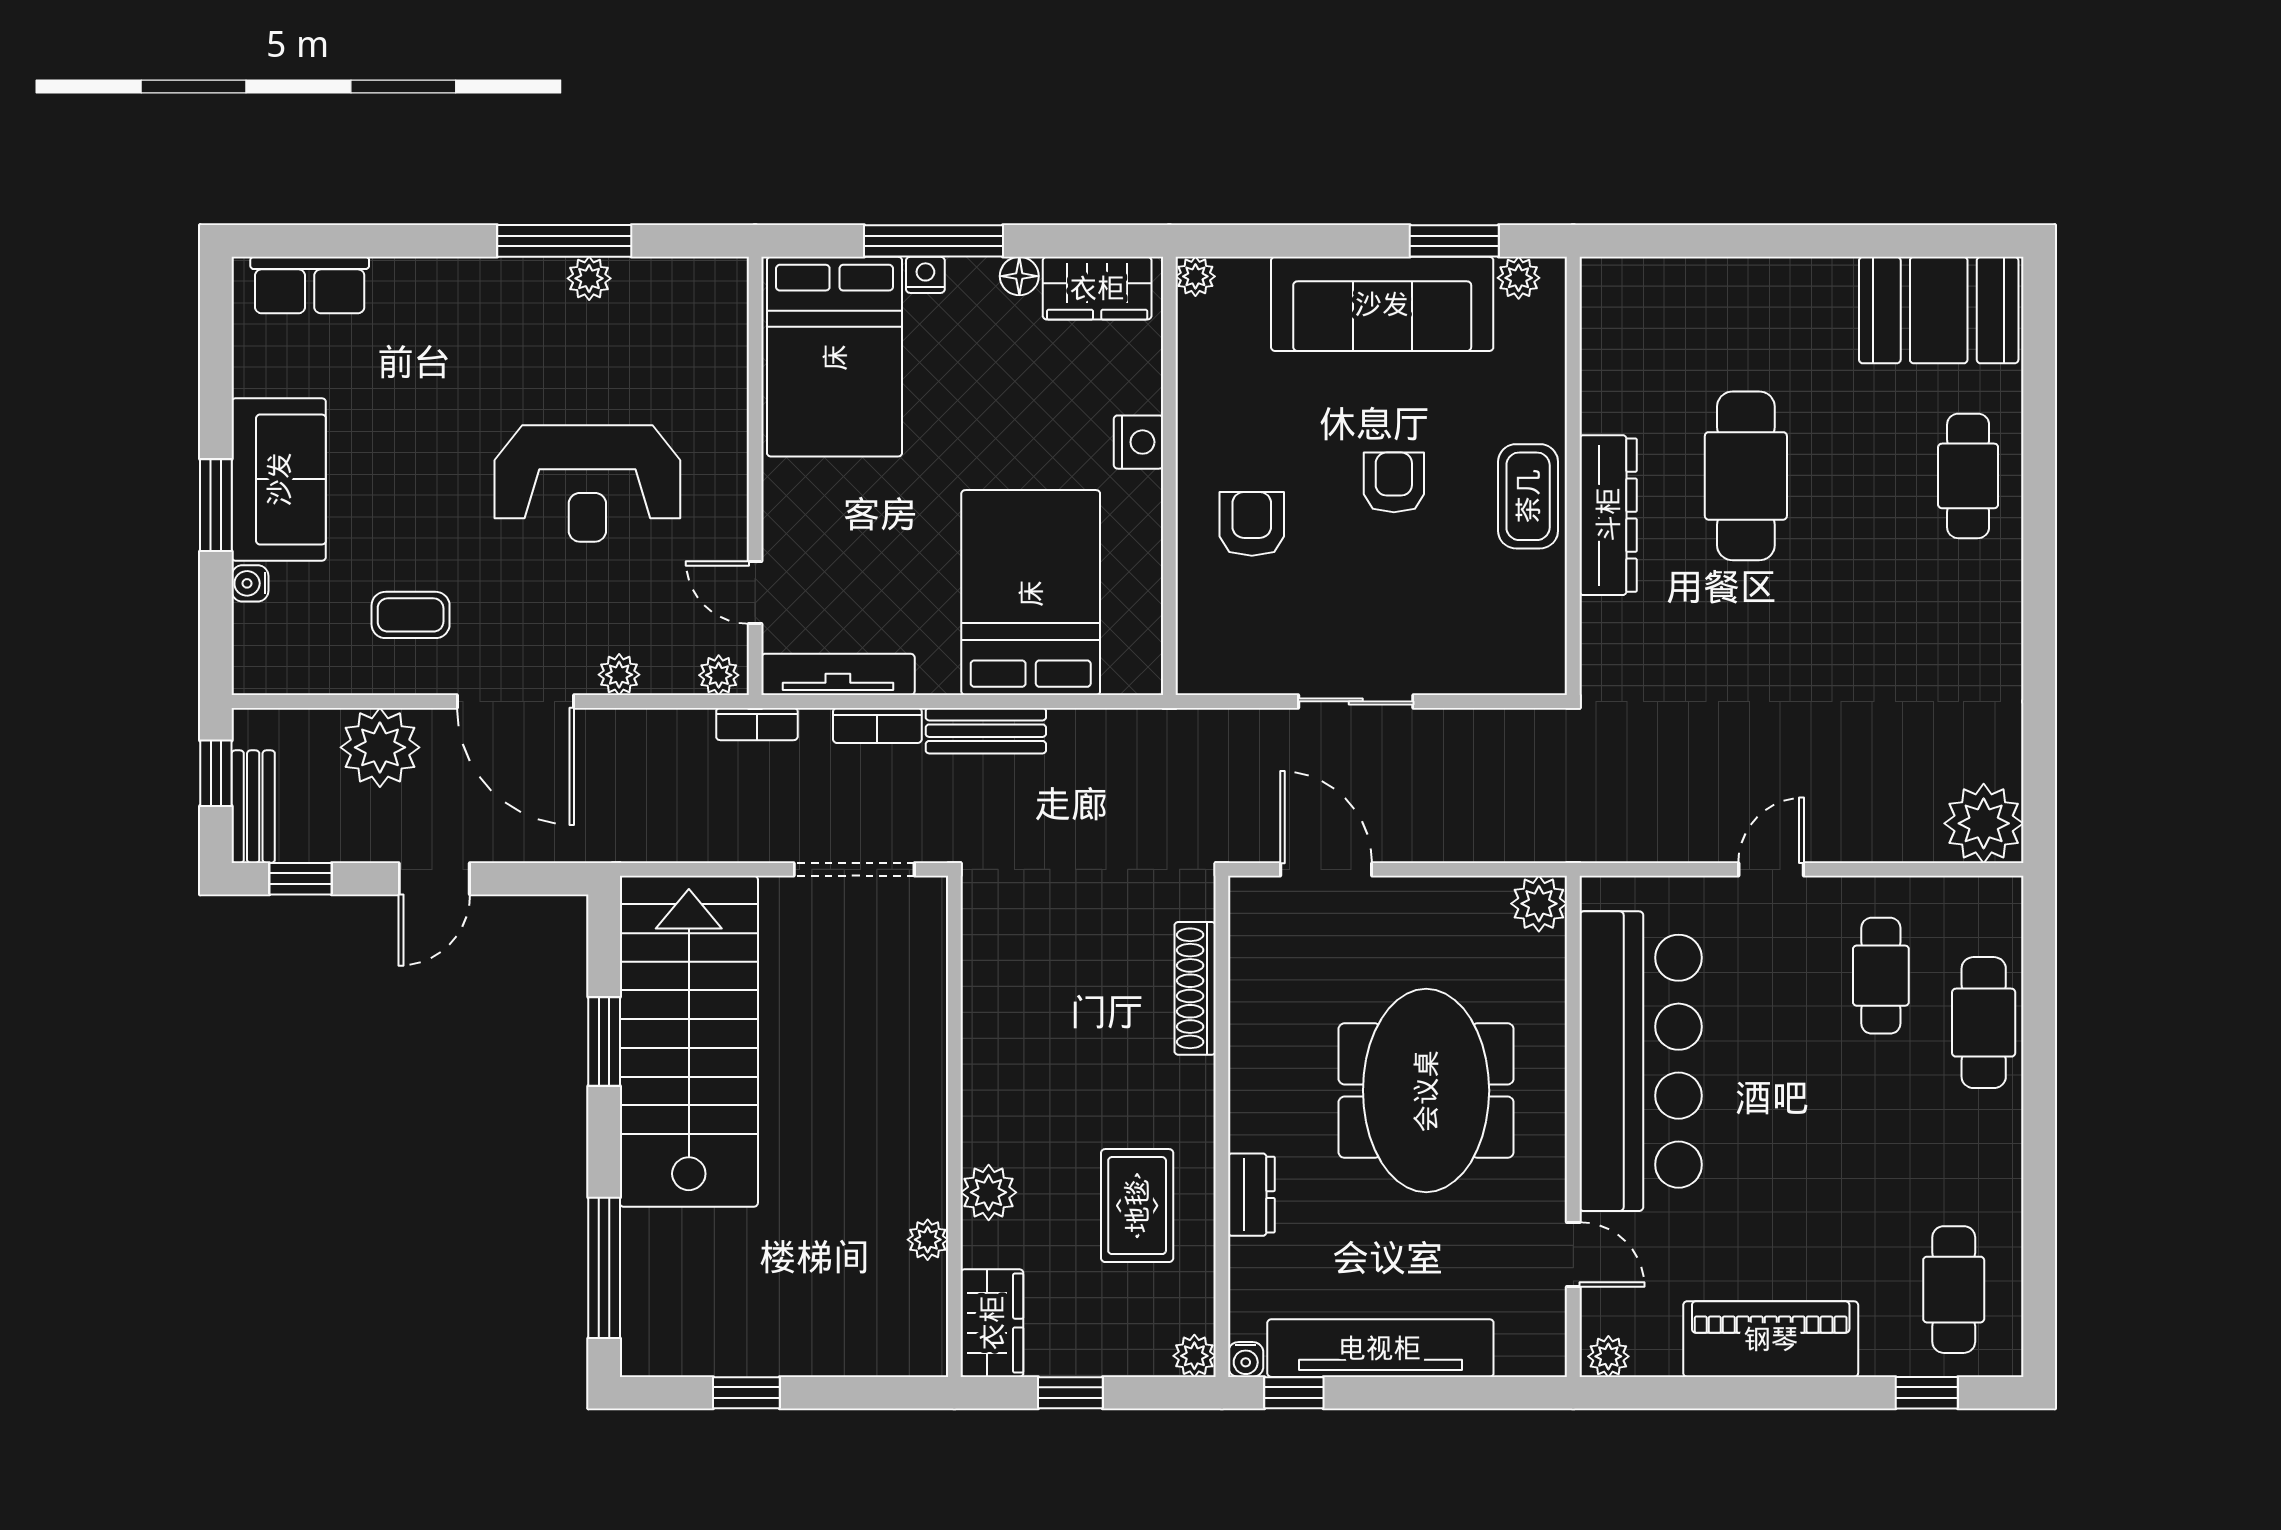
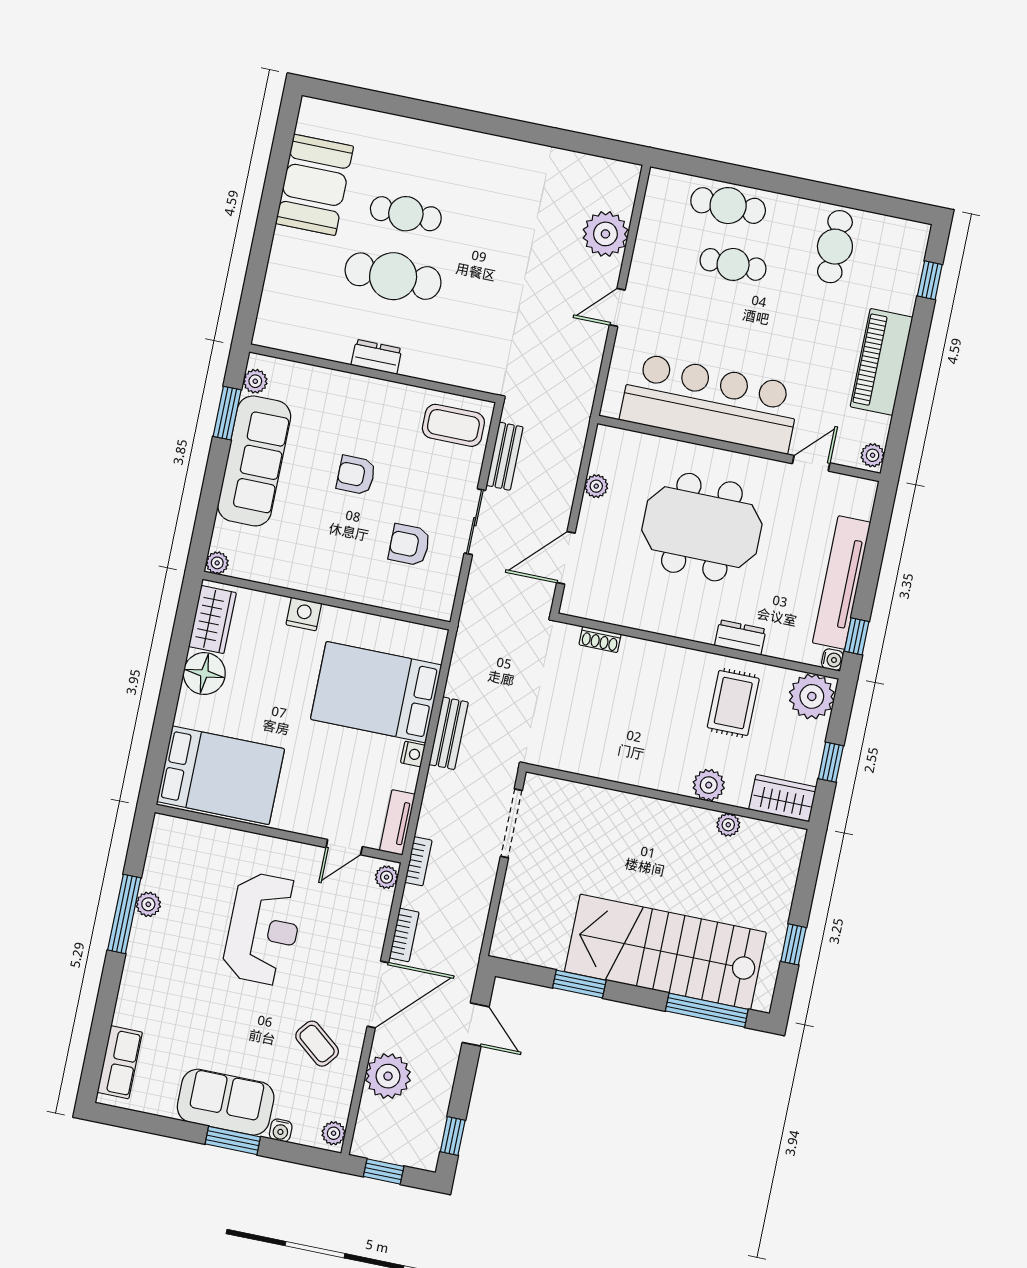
window: (934, 241) -> (167, 706), removed
nightstand: (925, 275) -> (413, 754), moved, turned 180
floor lamp: (1019, 276) -> (204, 674), width x1.89, depth x1.89
booth: (1939, 310) -> (315, 185), moved
cafe table: (1968, 476) -> (406, 214), moved
coffee table: (1528, 496) -> (453, 425), moved
dresser: (1608, 515) -> (376, 357), width x0.51, depth x0.80
armchair: (1252, 524) -> (409, 545), moved
coffee table: (411, 615) -> (317, 1044), turned -51
tv unit: (838, 674) -> (397, 822), width x0.71
plant: (619, 675) -> (334, 1133), moved
bookcase: (877, 725) -> (404, 935), moved
bench: (253, 807) -> (505, 456), moved, turned 90
plant: (1984, 823) -> (605, 234), moved
door: (1771, 869) -> (617, 307), hinge flipped
door: (434, 879) -> (476, 1025), moved
plant: (1539, 904) -> (596, 486), moved, width x0.73, depth x0.73
cafe table: (1881, 976) -> (733, 264), moved
shoe rack: (1195, 988) -> (600, 639), width x0.51, depth x0.81
stairs: (689, 1041) -> (665, 952), moved
rug: (1137, 1206) -> (733, 703), turned 90
cafe table: (1954, 1290) -> (835, 247), moved, turned 90
plant: (1194, 1356) -> (812, 696), width x1.88, depth x1.88

